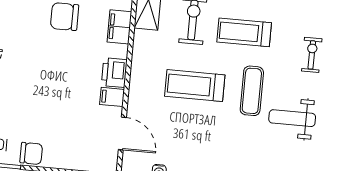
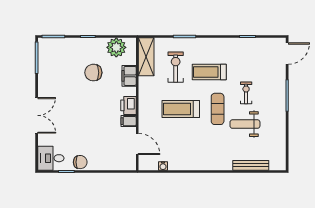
exercise bike: (312, 55) -> (246, 93), moved

